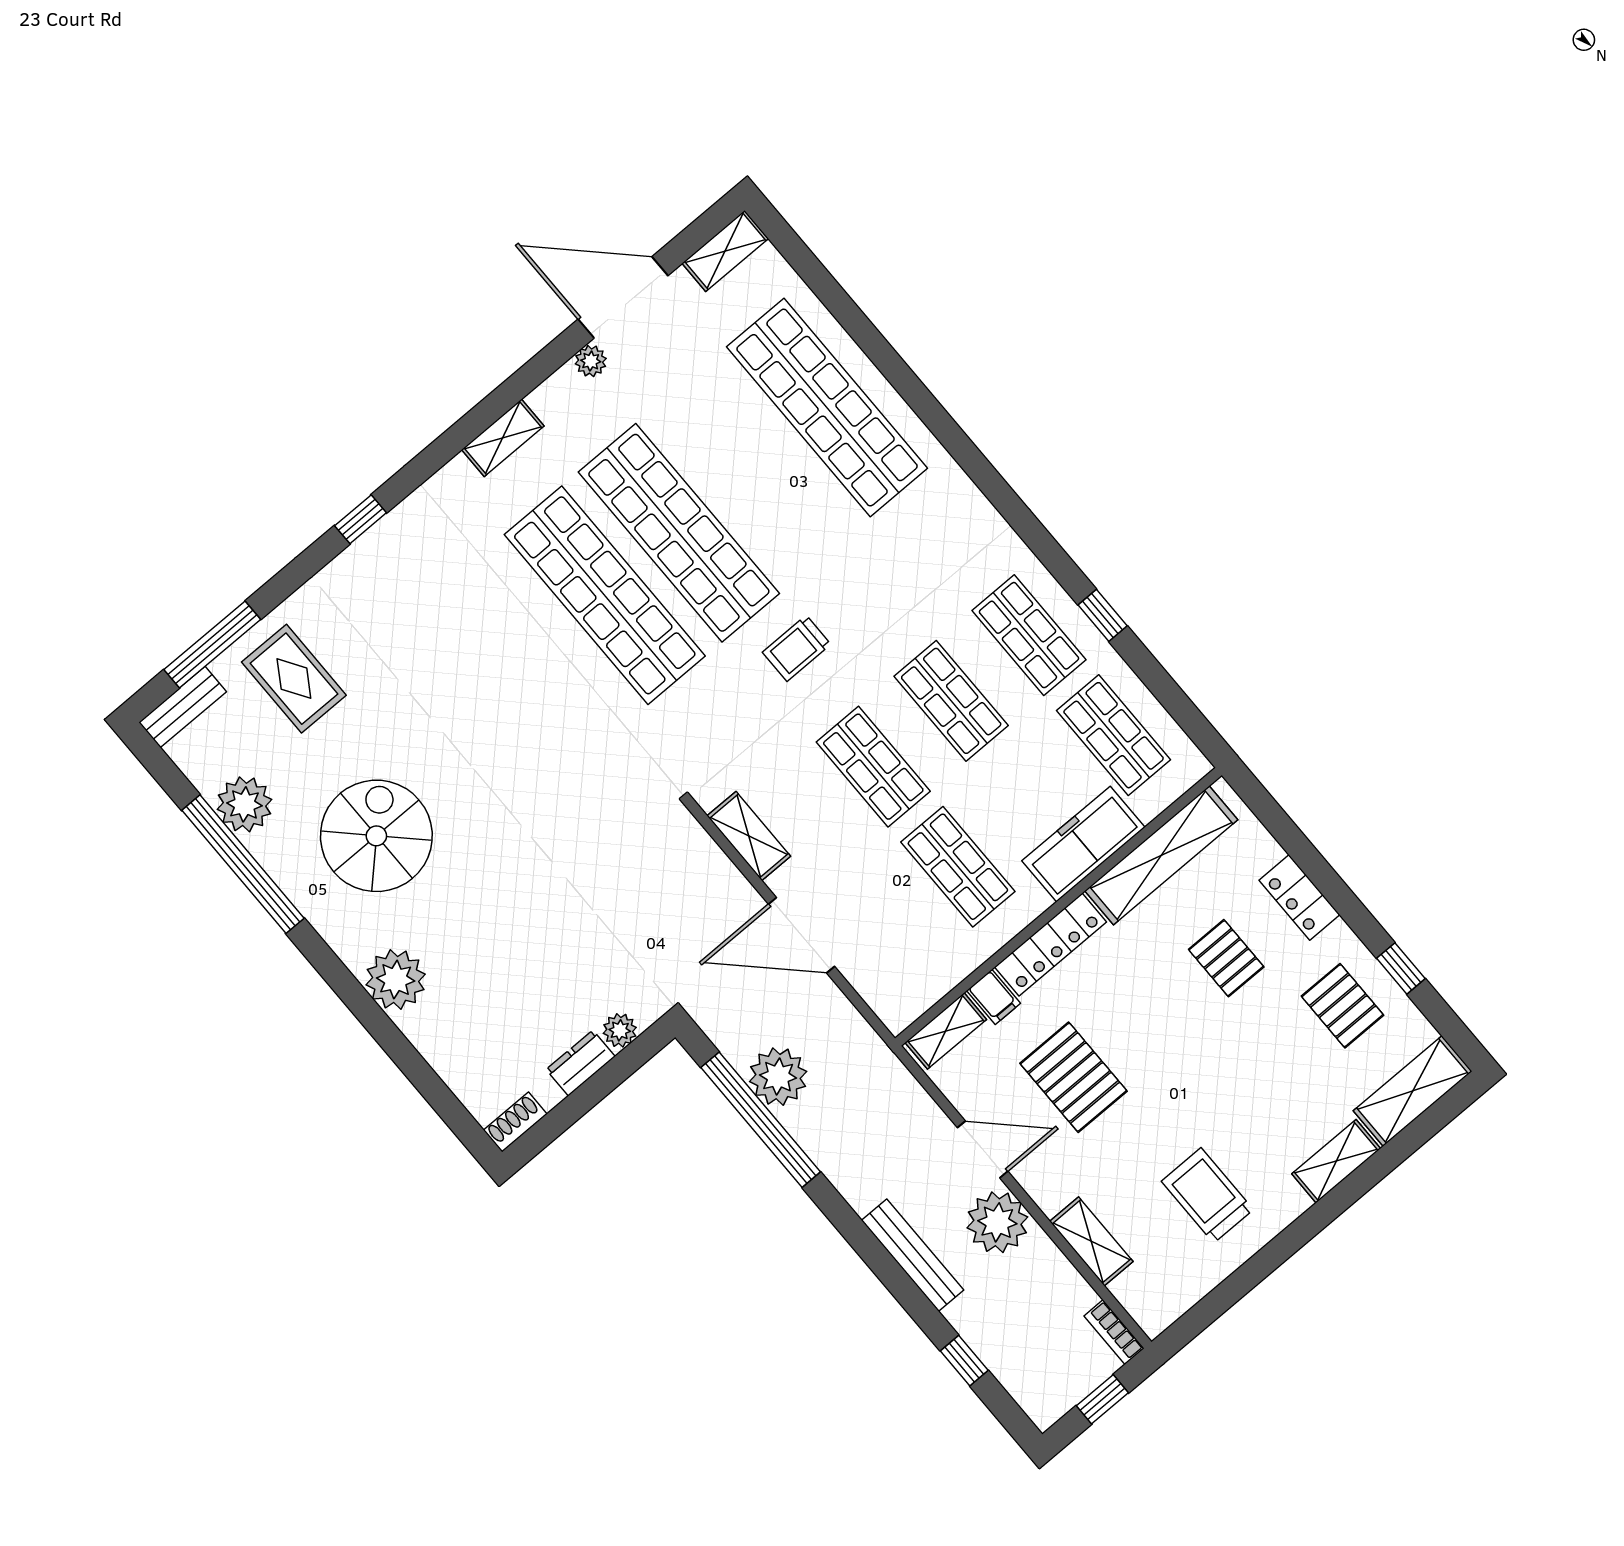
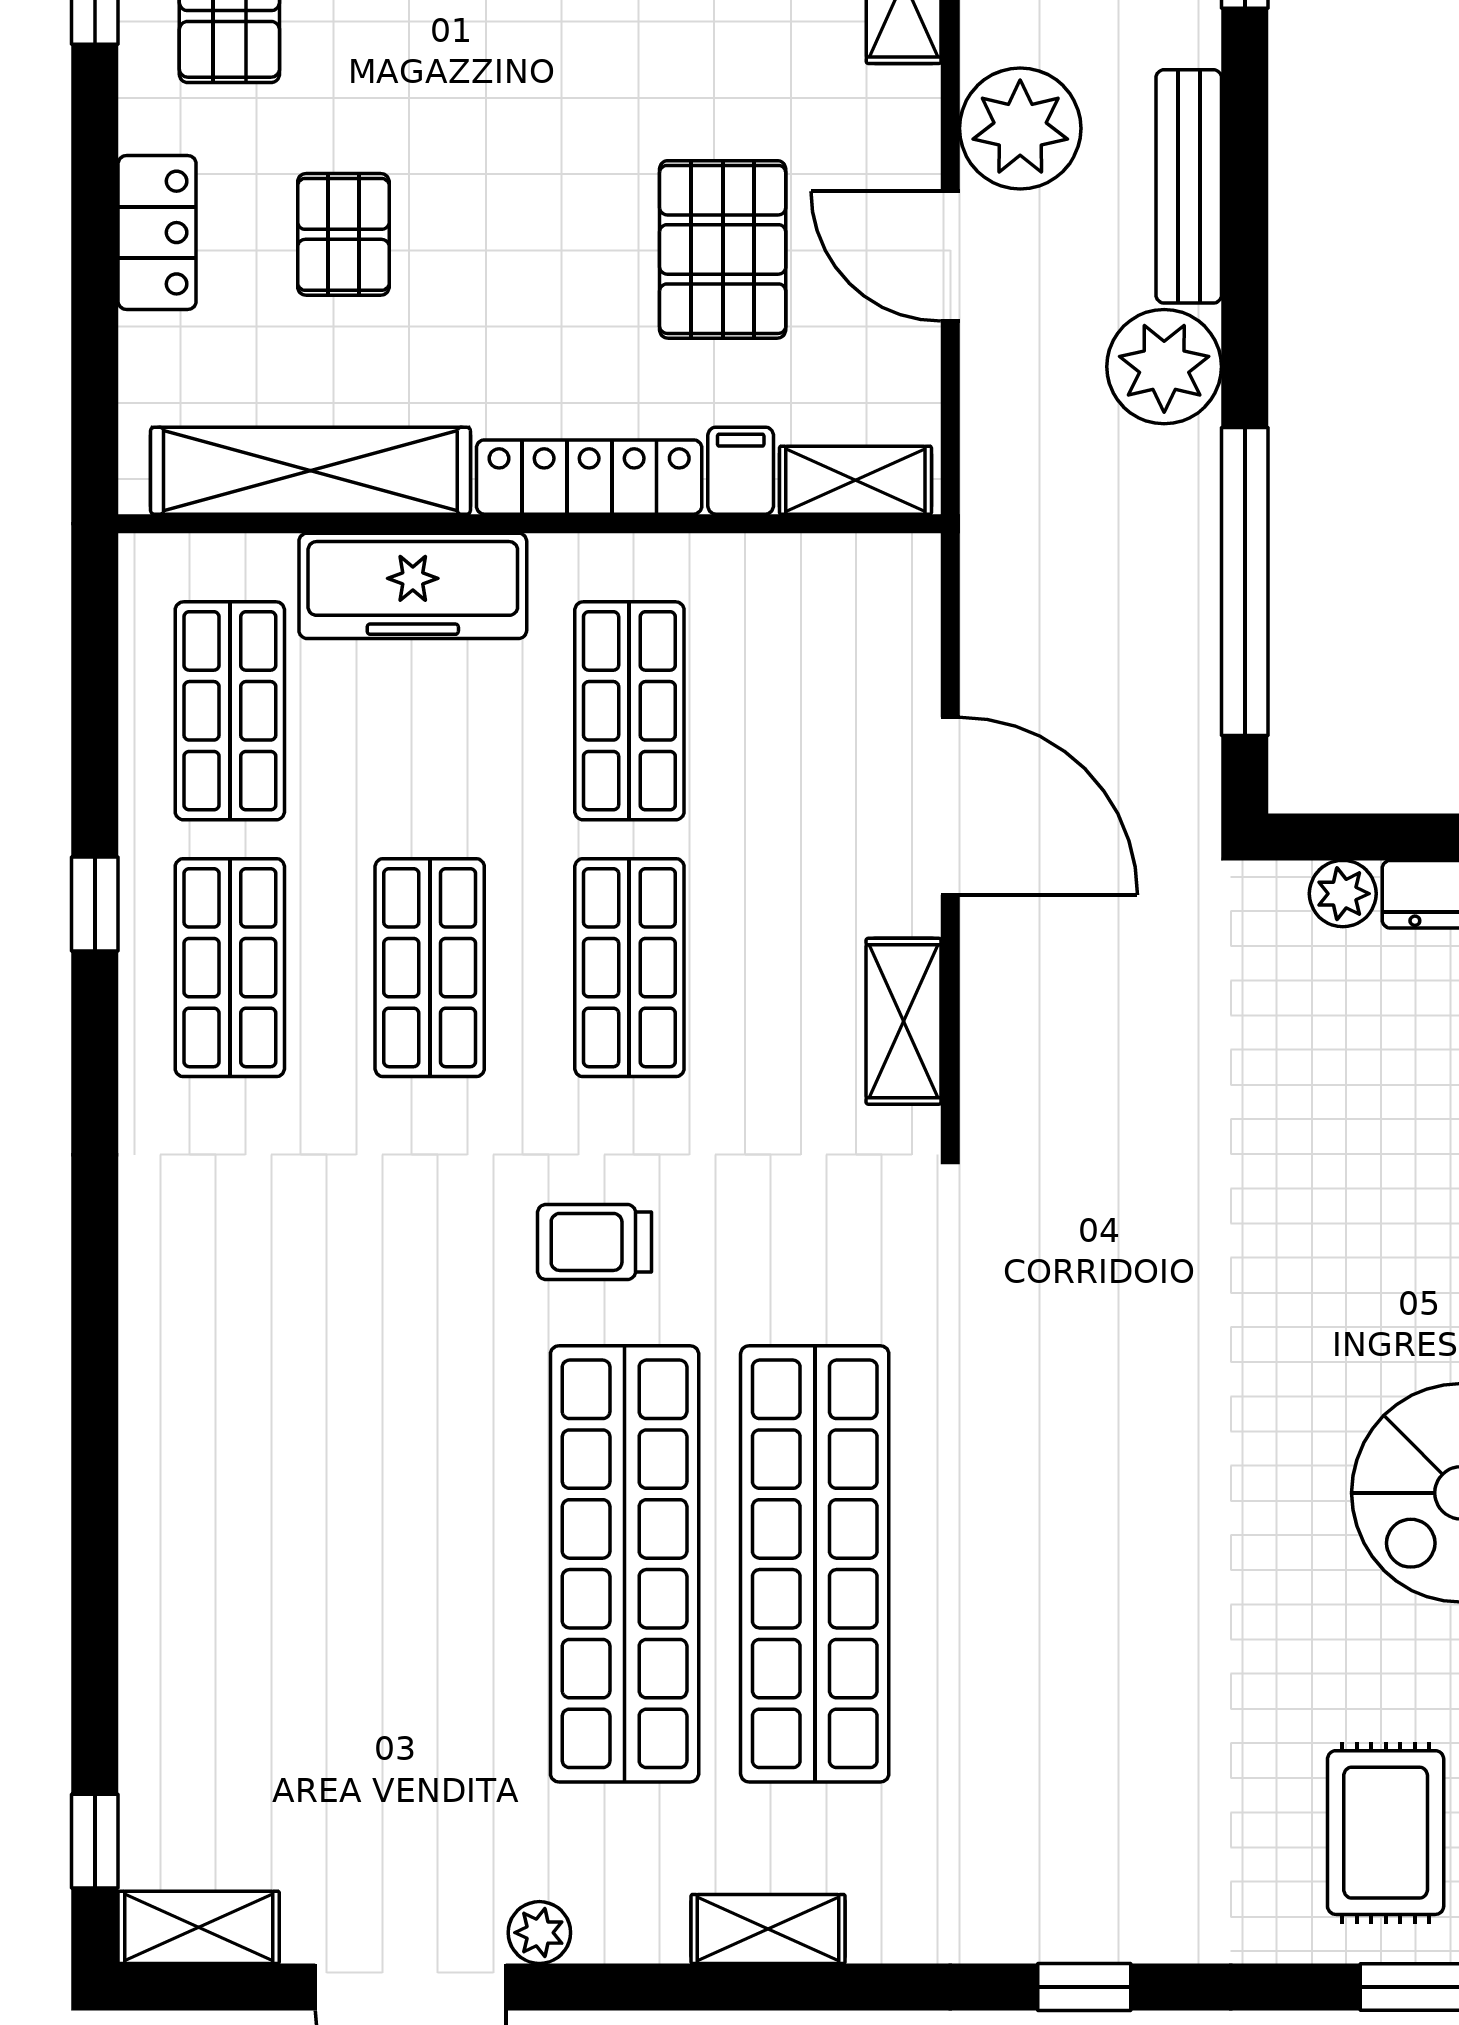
window: (794, 250) -> (95, 1841), added
shop shelf: (827, 408) -> (244, 1564), removed
trolley: (797, 648) -> (595, 1242), turned 180
plant: (778, 1077) -> (1164, 367), moved

